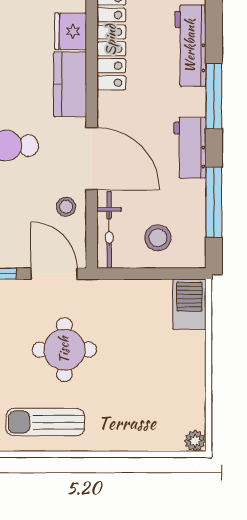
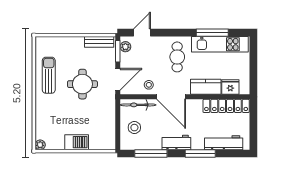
door: (92, 159) -> (171, 97), hinge flipped
barbecue: (189, 304) -> (77, 142), moved

